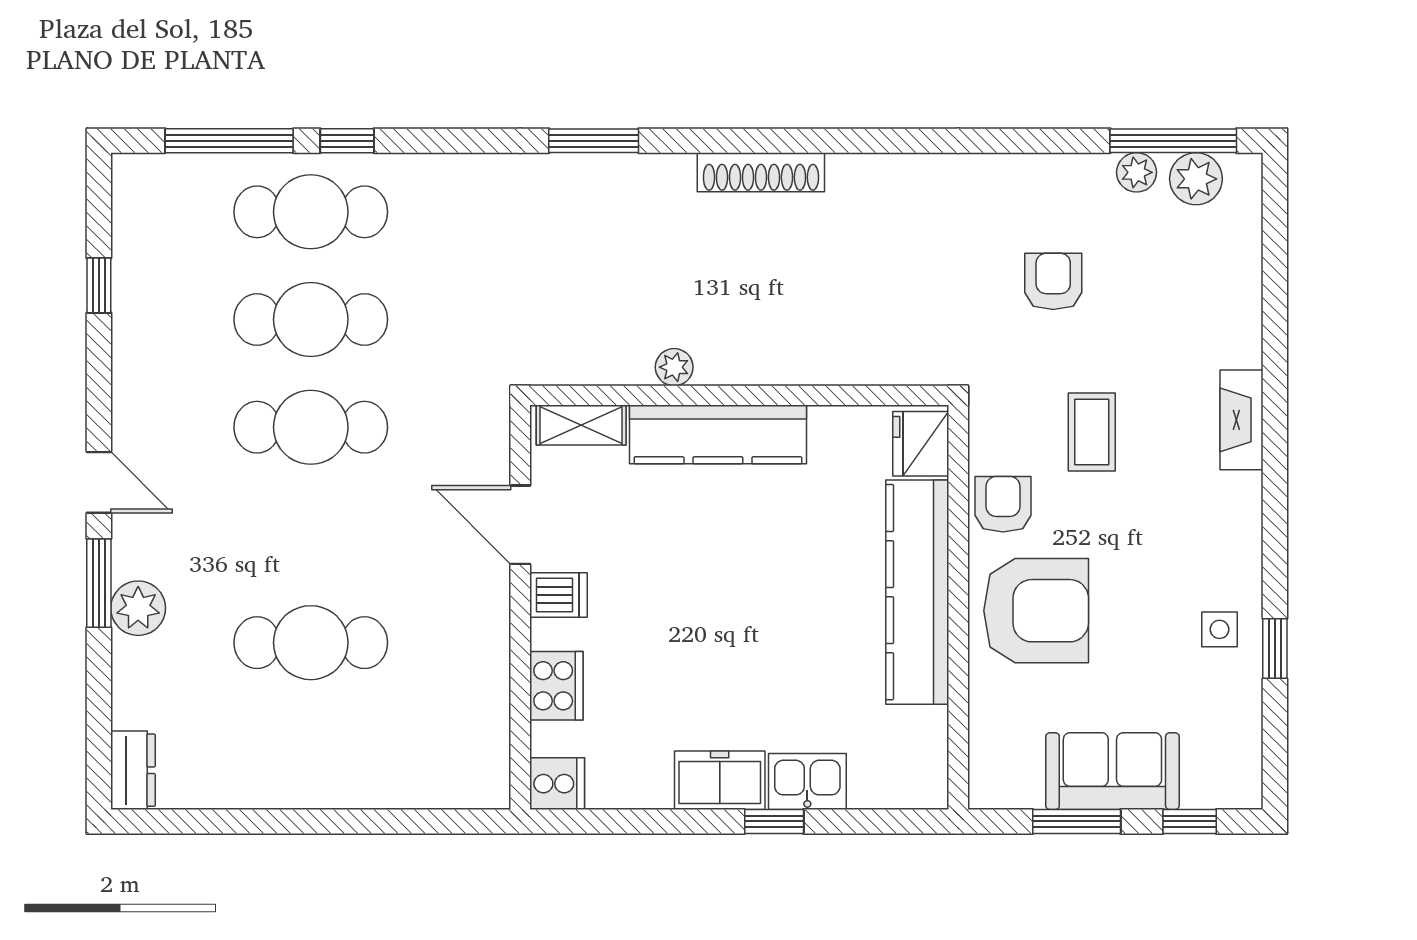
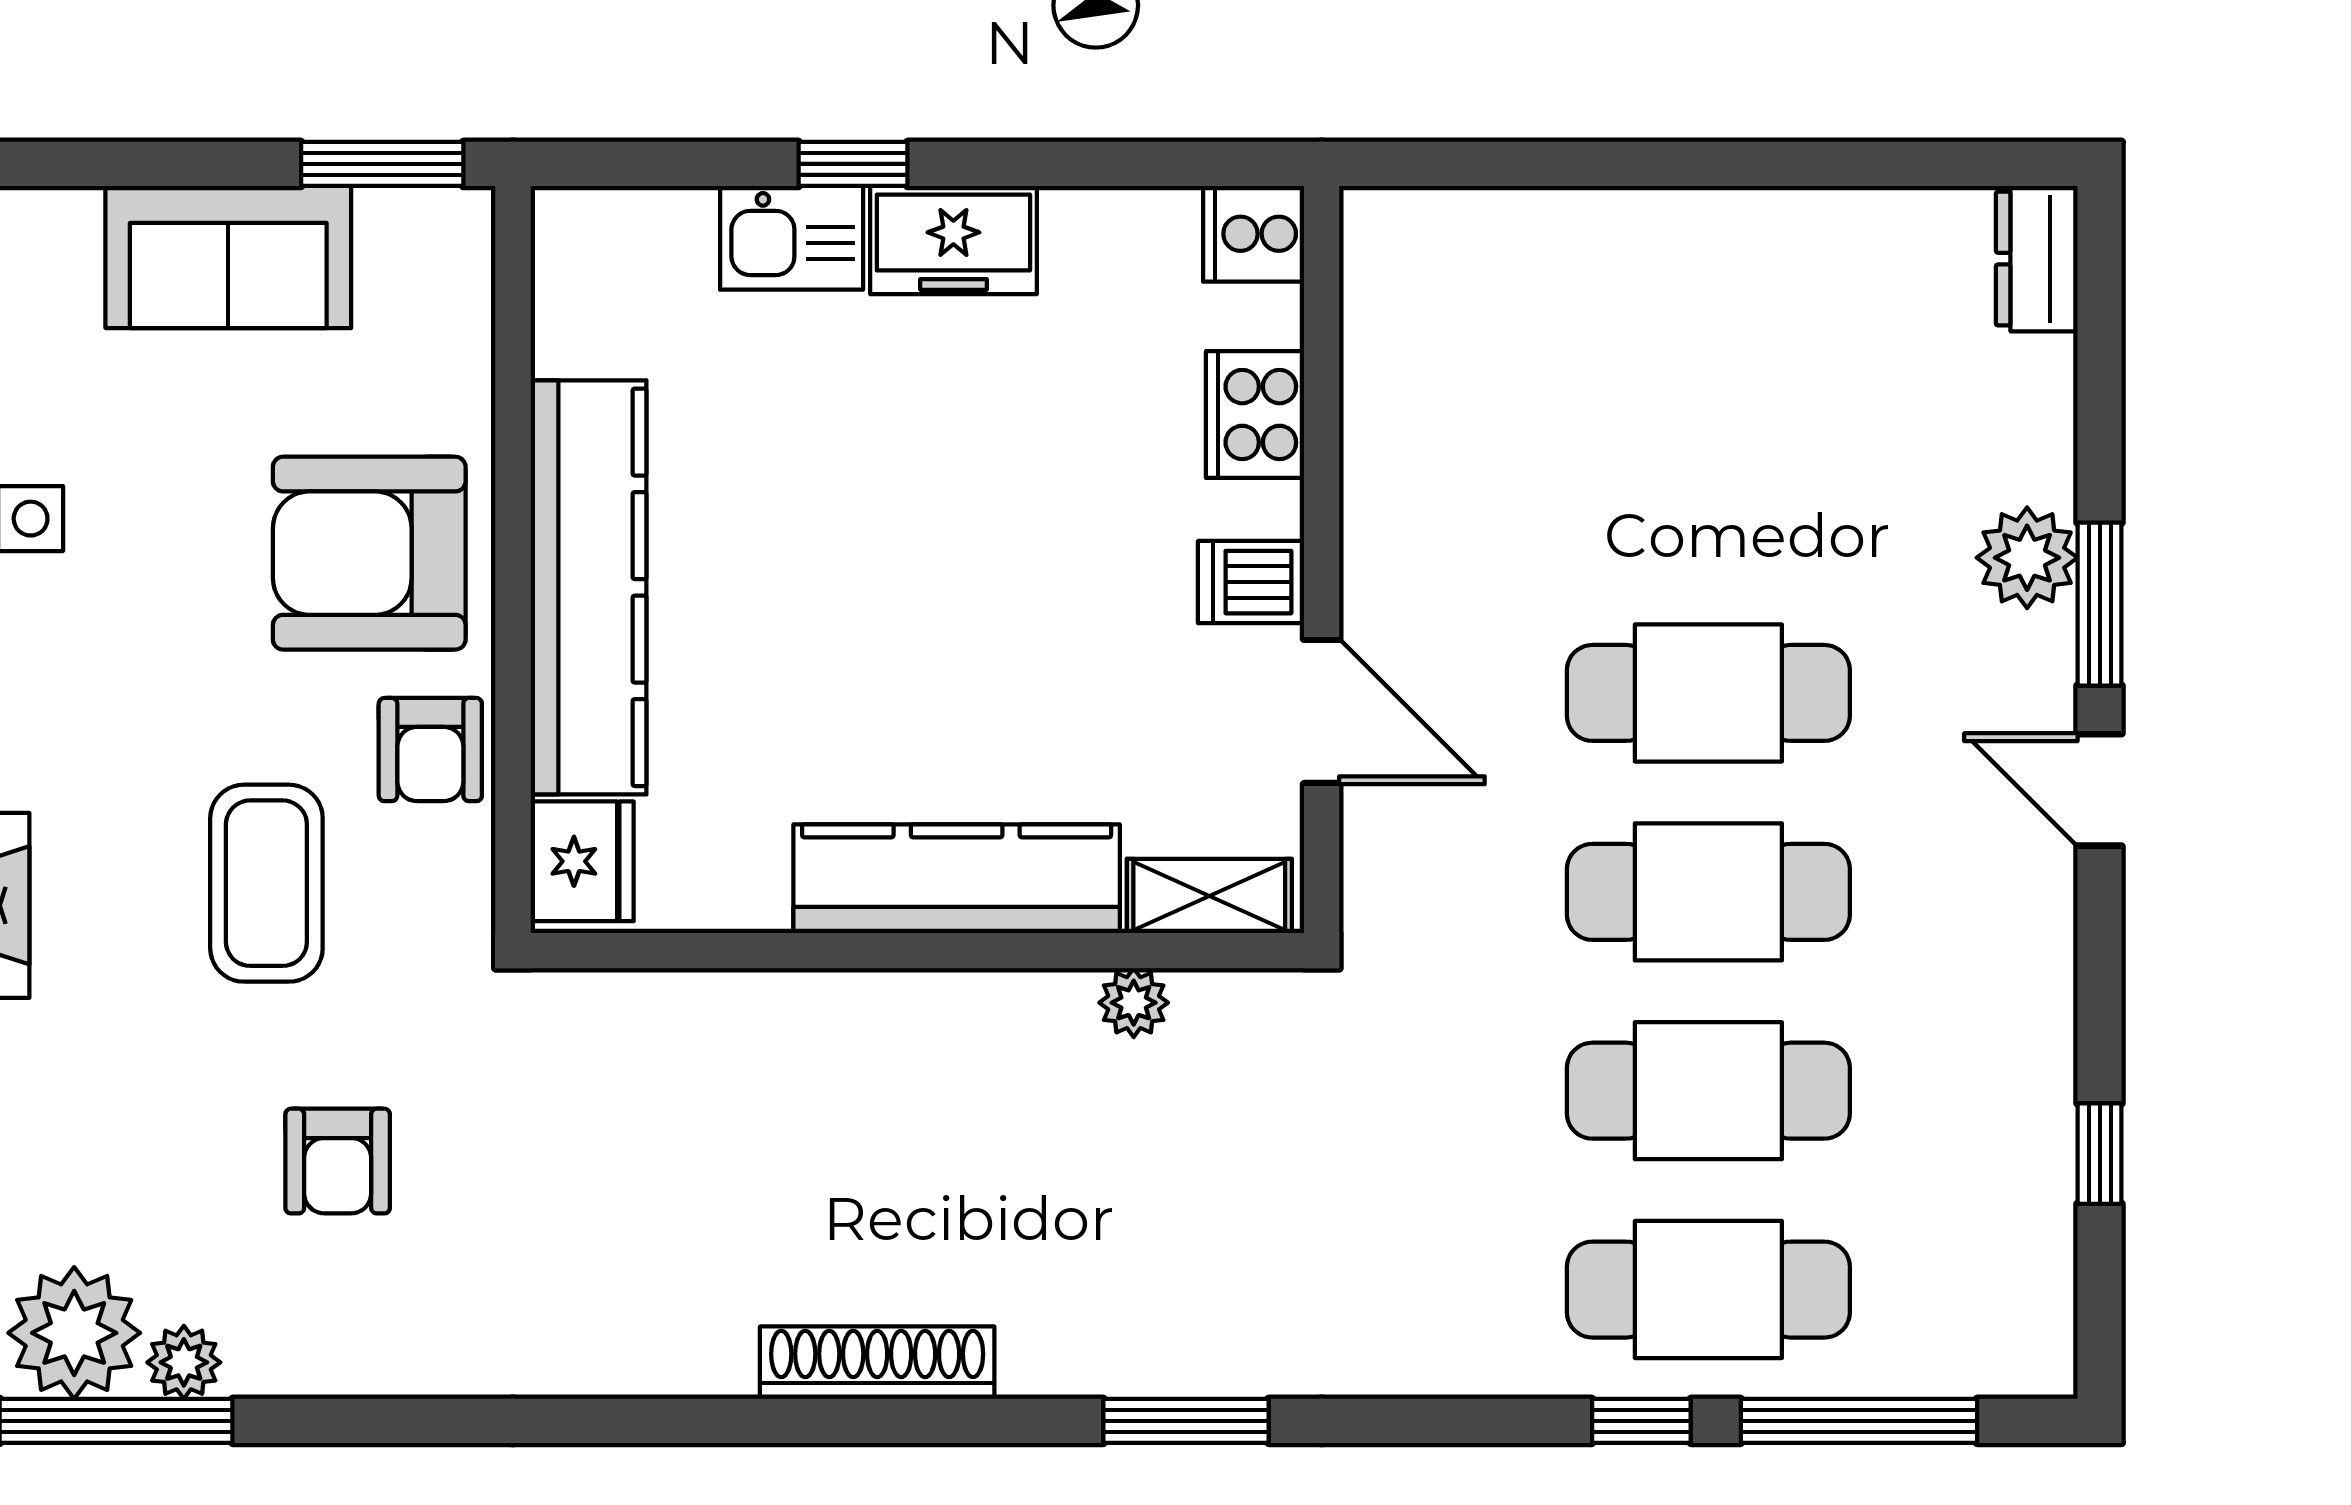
plant: (1196, 179) -> (74, 1333), width x1.36, depth x1.36
plant: (674, 367) -> (1134, 1003), moved
coffee table: (1092, 432) -> (266, 883), width x1.36, depth x1.30
cafe table: (311, 643) -> (1708, 693), moved
window: (1077, 821) -> (382, 164), moved
window: (1190, 821) -> (86, 164), removed

